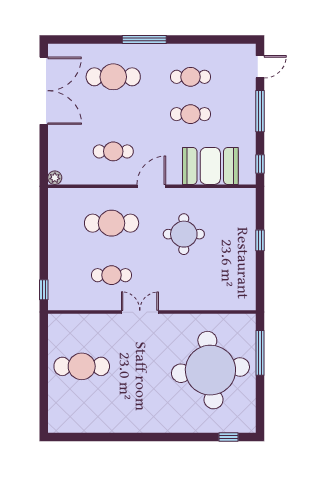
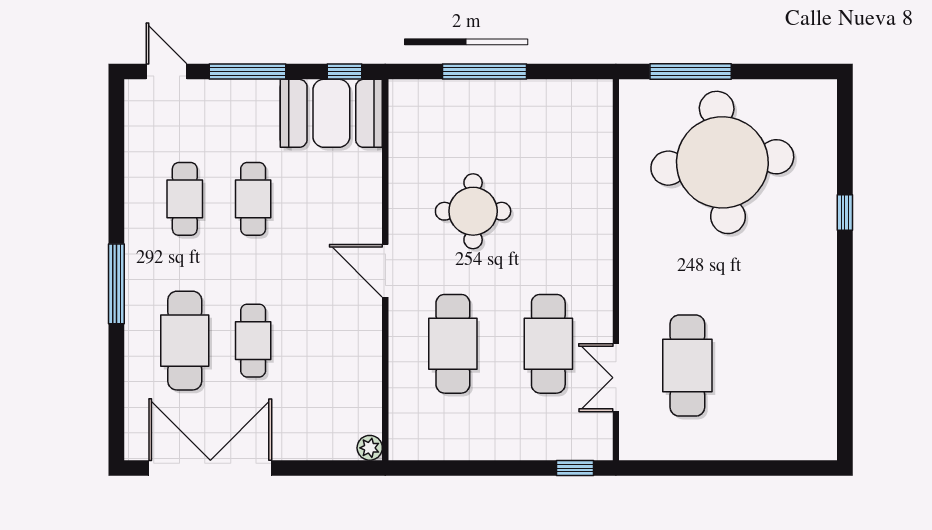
cafe table: (113, 151) -> (253, 341), moved
booth: (210, 166) -> (331, 113), moved, turned 90
window: (260, 240) -> (485, 71), width x2.17
cafe table: (112, 275) -> (548, 344), width x1.37, depth x1.35
double door: (140, 312) -> (616, 378), moved
cafe table: (82, 366) -> (687, 366), moved
window: (228, 437) -> (845, 213), moved

